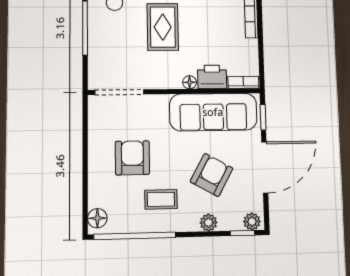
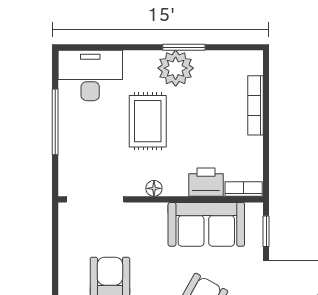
floor lamp: (190, 82) -> (154, 188), moved
sofa: (213, 112) -> (206, 224), width x0.73

